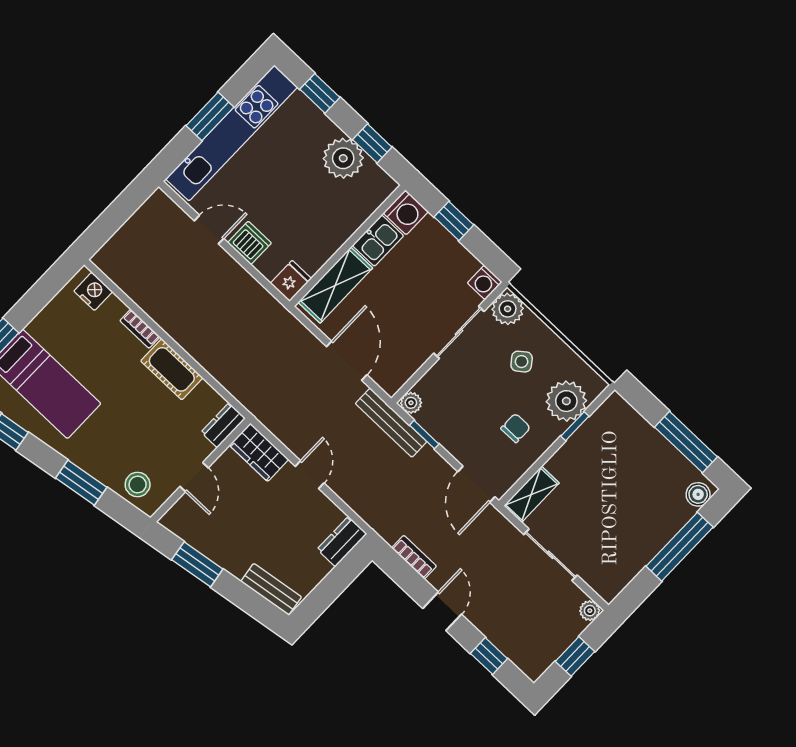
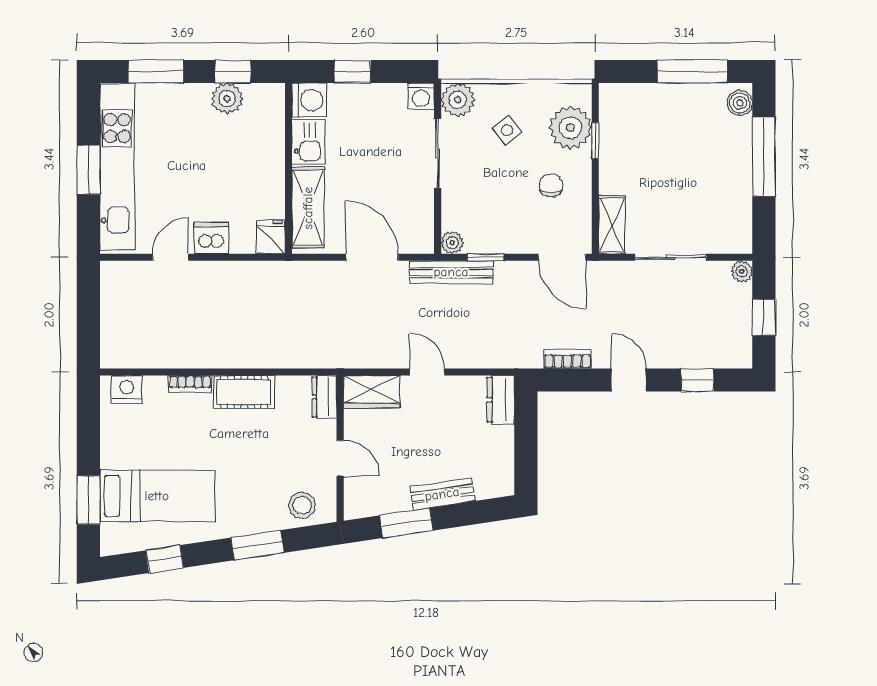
window: (320, 93) -> (156, 72), width x1.50
plant: (343, 158) -> (227, 99), width x0.73, depth x0.73
bench: (271, 589) -> (442, 494), moved

